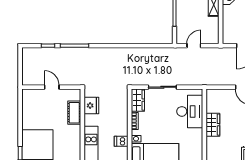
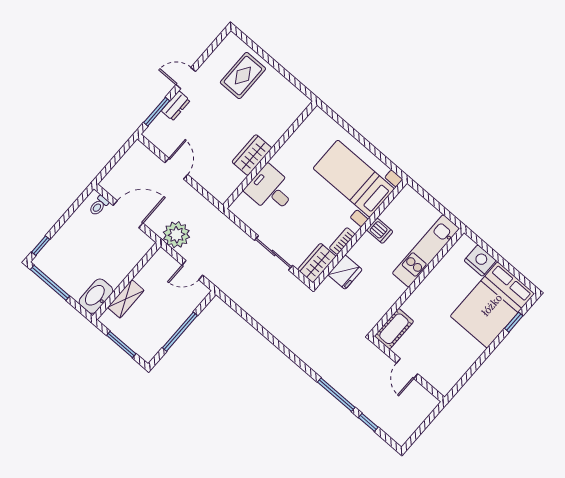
plant: (216, 56) -> (176, 235), added
fridge: (91, 105) -> (345, 272), moved, turned 180
desk: (190, 111) -> (271, 190), width x0.73
cot: (74, 113) -> (394, 329), moved

